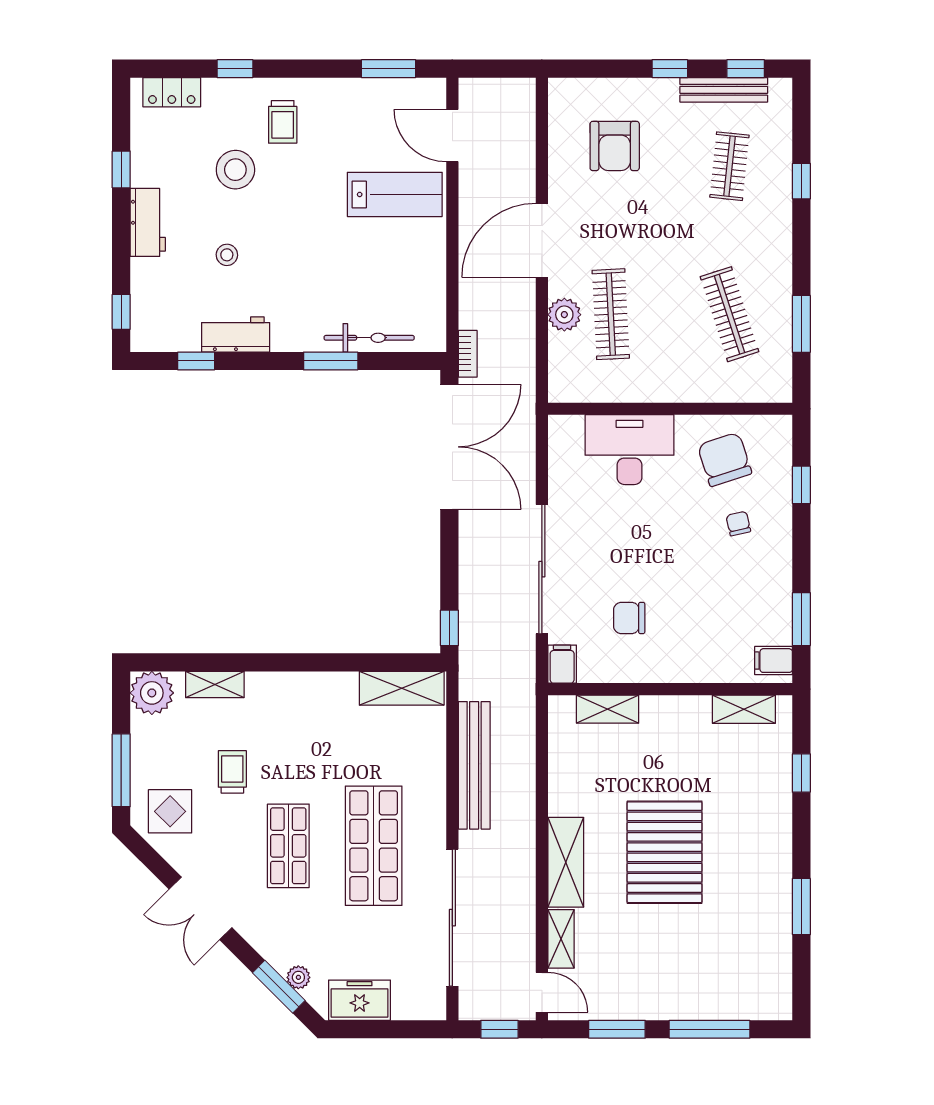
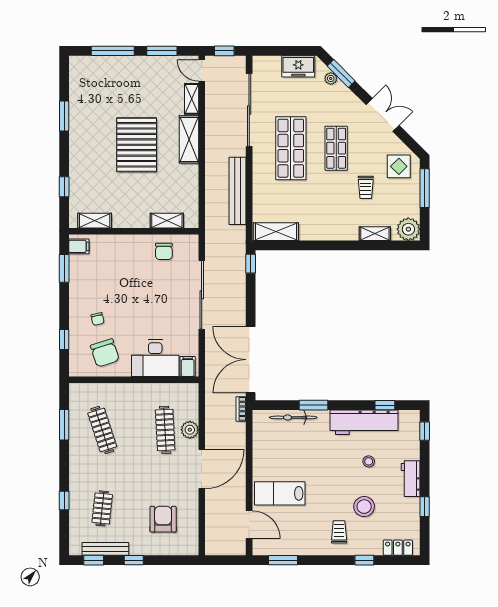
workbench: (236, 334) -> (364, 422), width x1.88, depth x1.32
chair: (629, 618) -> (164, 251), moved, turned 90
filing cabinet: (562, 664) -> (188, 367), moved, turned 180

